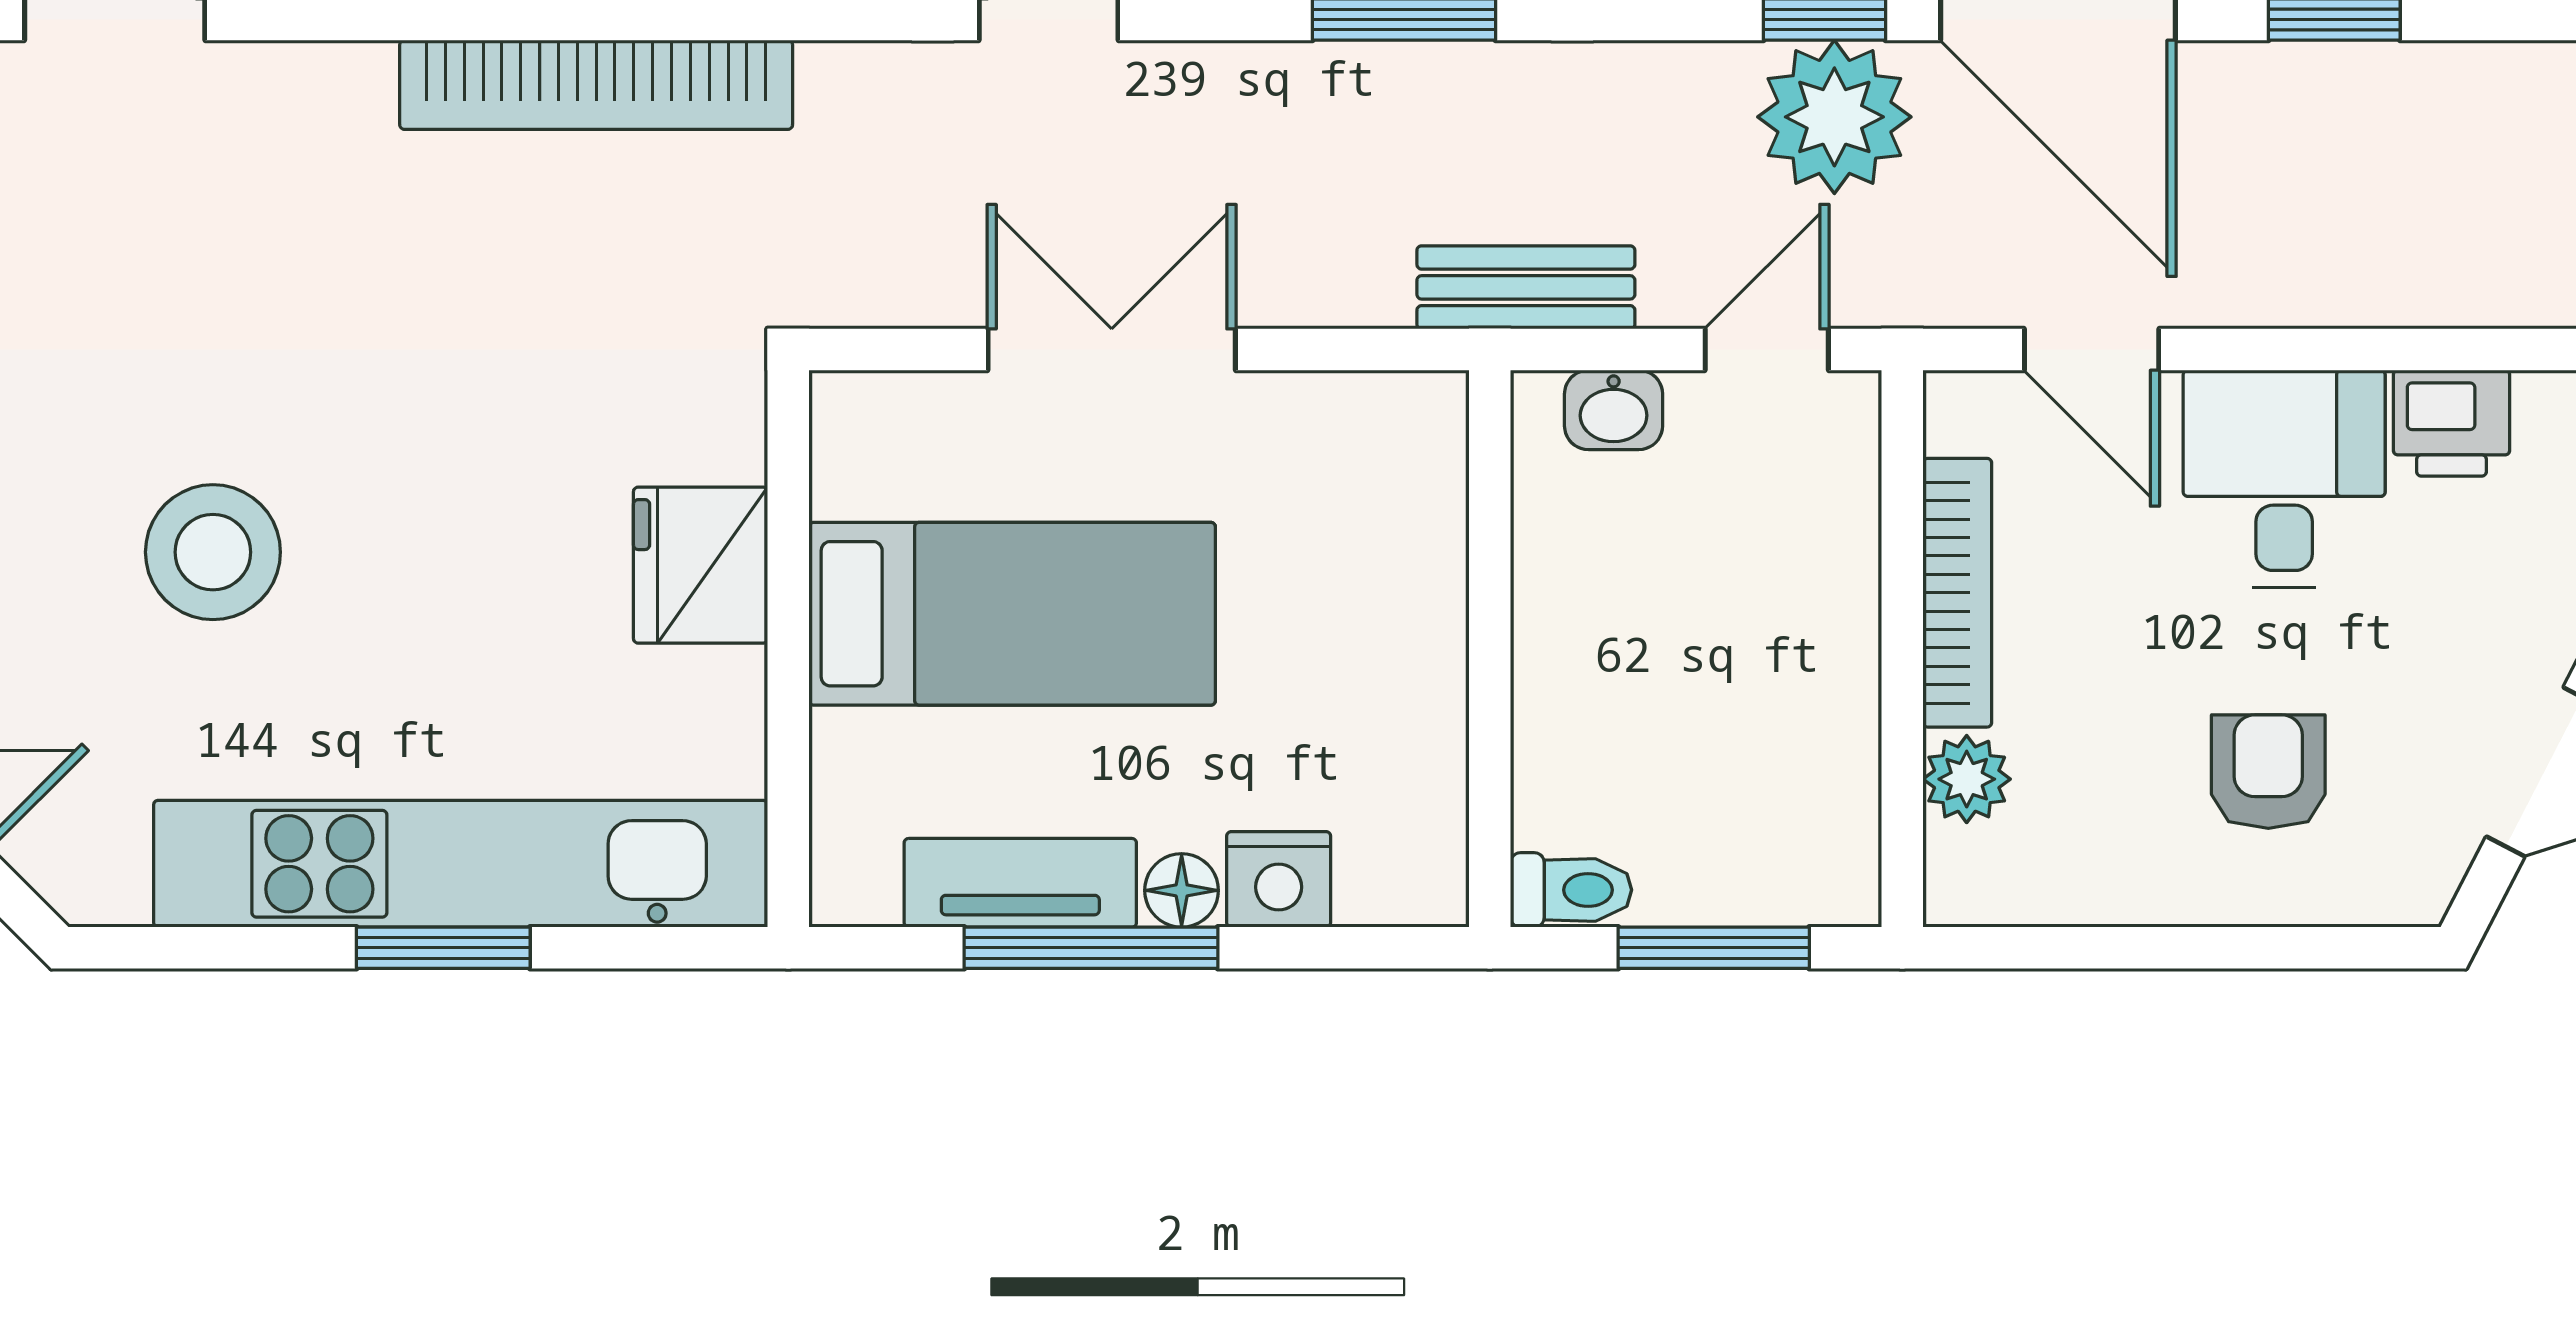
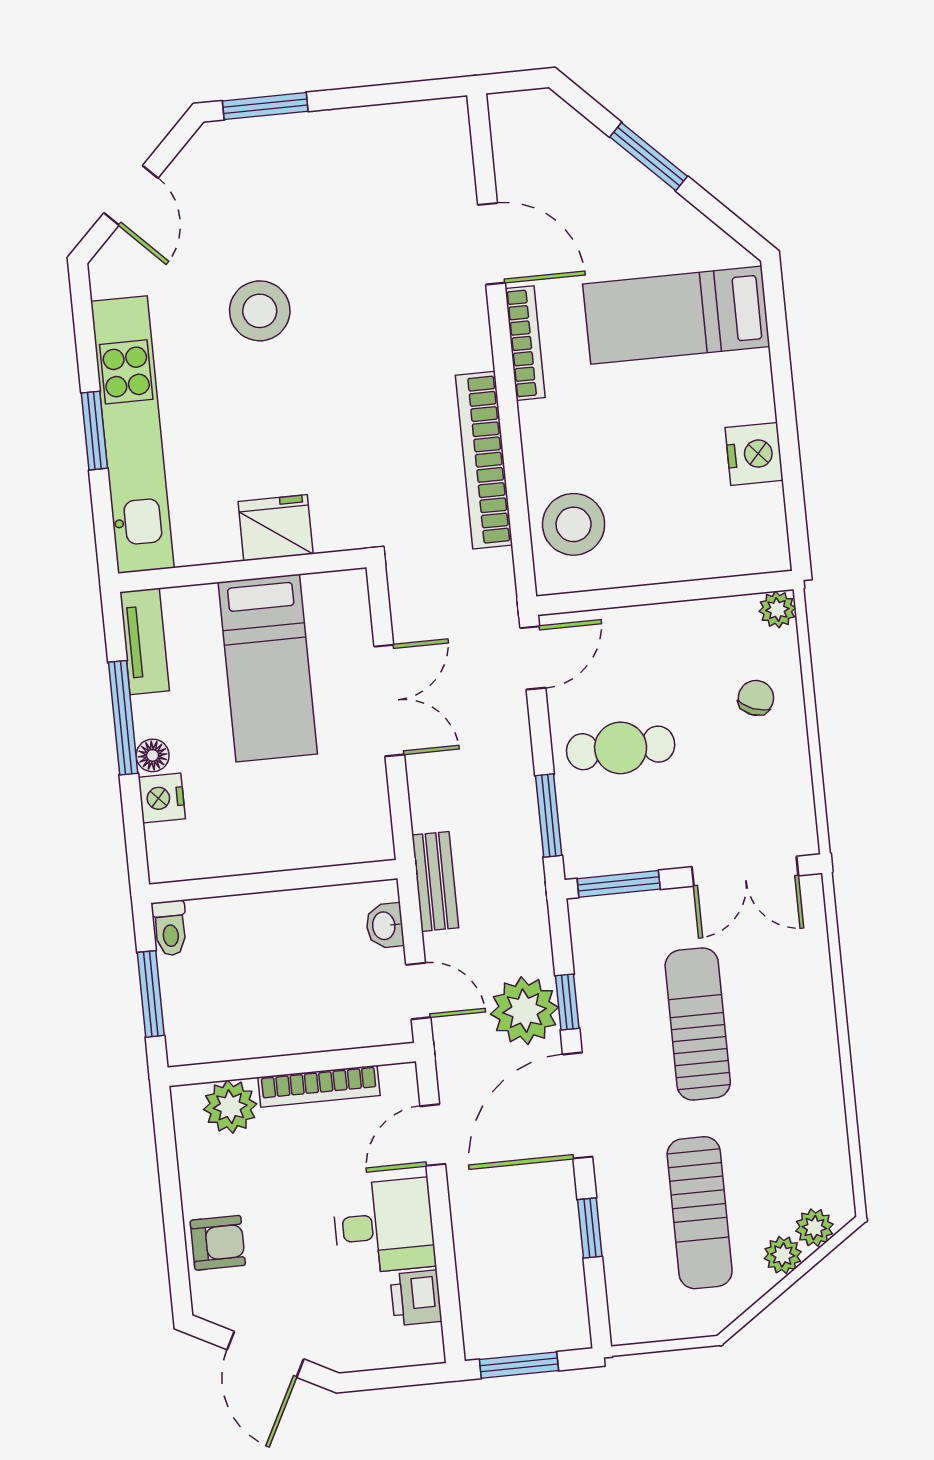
armchair: (2268, 772) -> (218, 1243), moved
plant: (1967, 779) -> (230, 1107), width x1.38, depth x1.38
tv unit: (1020, 883) -> (145, 641), moved

